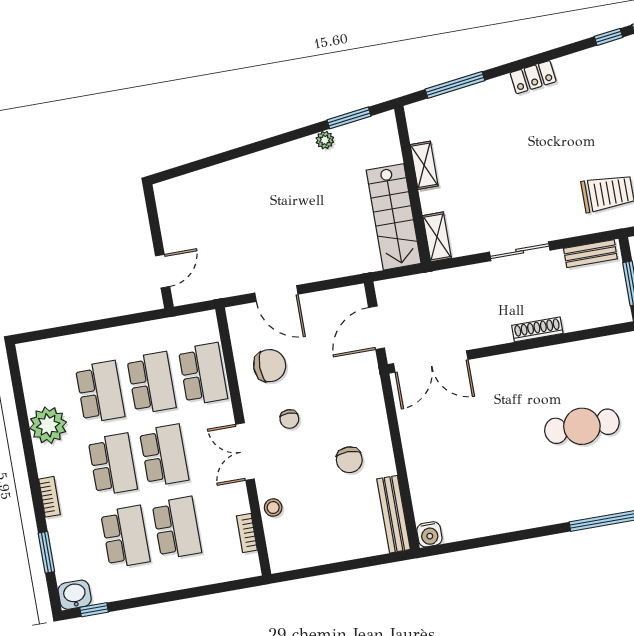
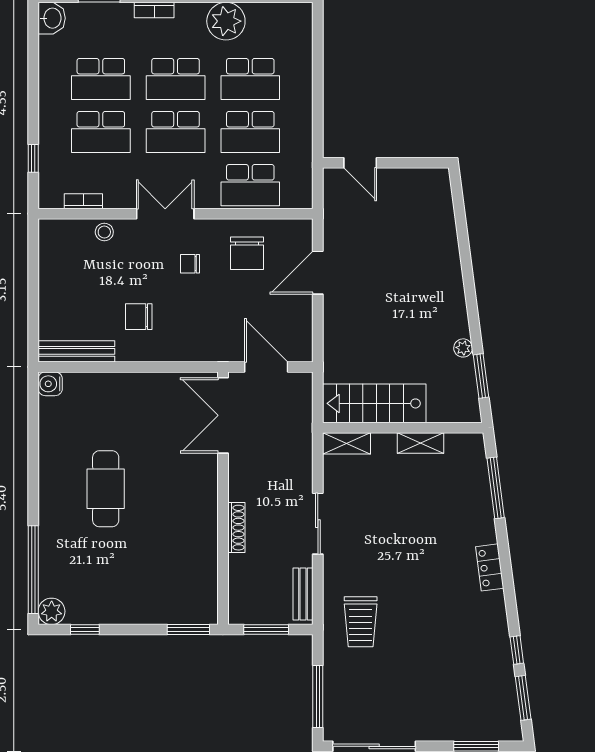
cafe table: (582, 426) -> (106, 489), moved
window: (94, 610) -> (33, 158), moved

